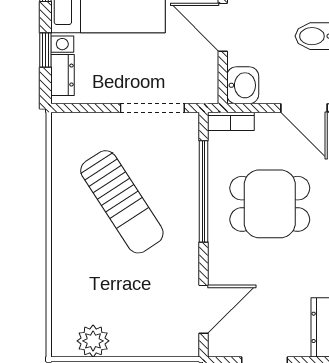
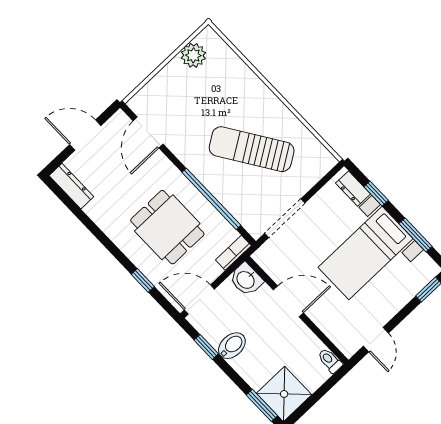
dining table: (270, 204) -> (167, 227), turned 90

